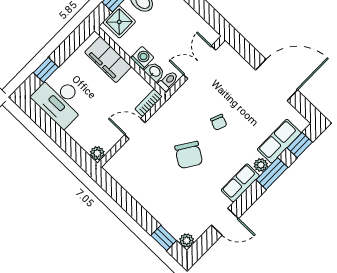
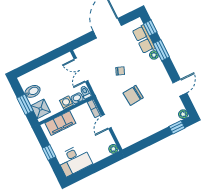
window: (46, 70) -> (49, 152), moved
chair: (189, 155) -> (133, 95), turned 142
row of seats: (240, 183) -> (160, 71), removed

